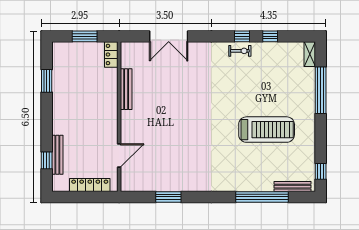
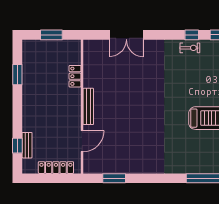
locker: (111, 54) -> (75, 76), moved
bench: (126, 89) -> (88, 106), moved
bench: (57, 155) -> (27, 145), width x0.73
window: (168, 197) -> (114, 178), moved

